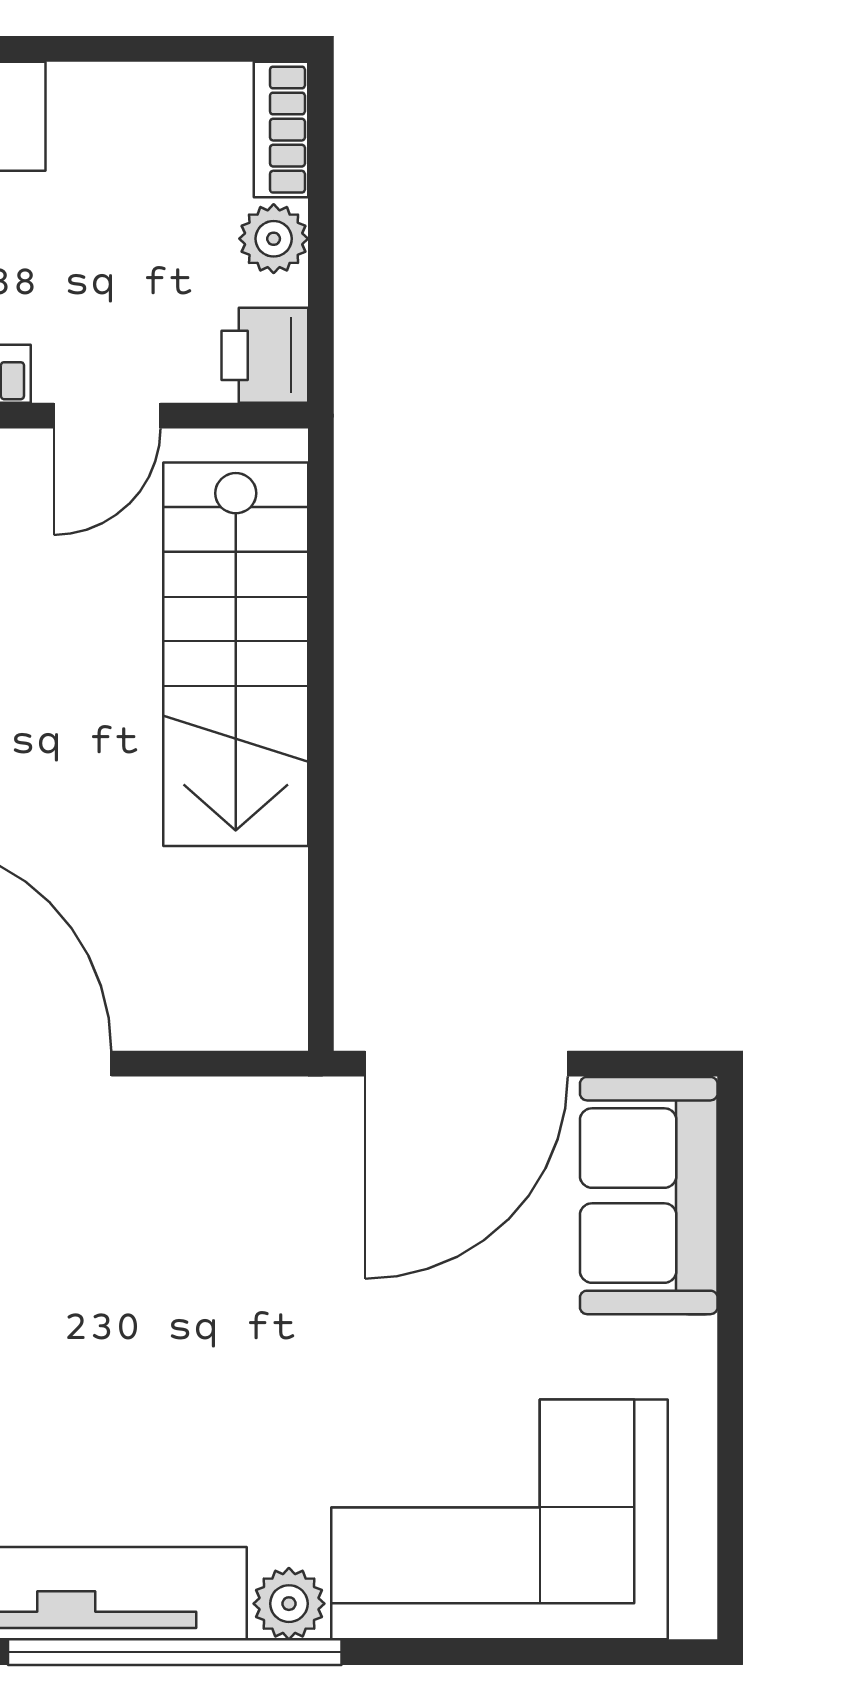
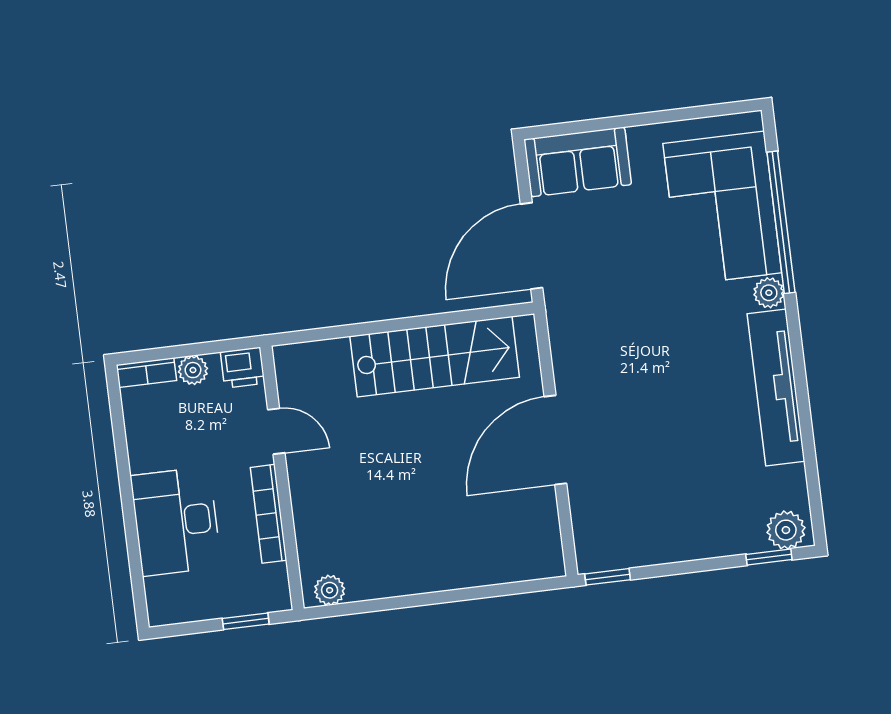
stairs: (236, 654) -> (435, 357), moved
door: (466, 1064) -> (532, 246), swing flipped
window: (175, 1652) -> (781, 222), moved

